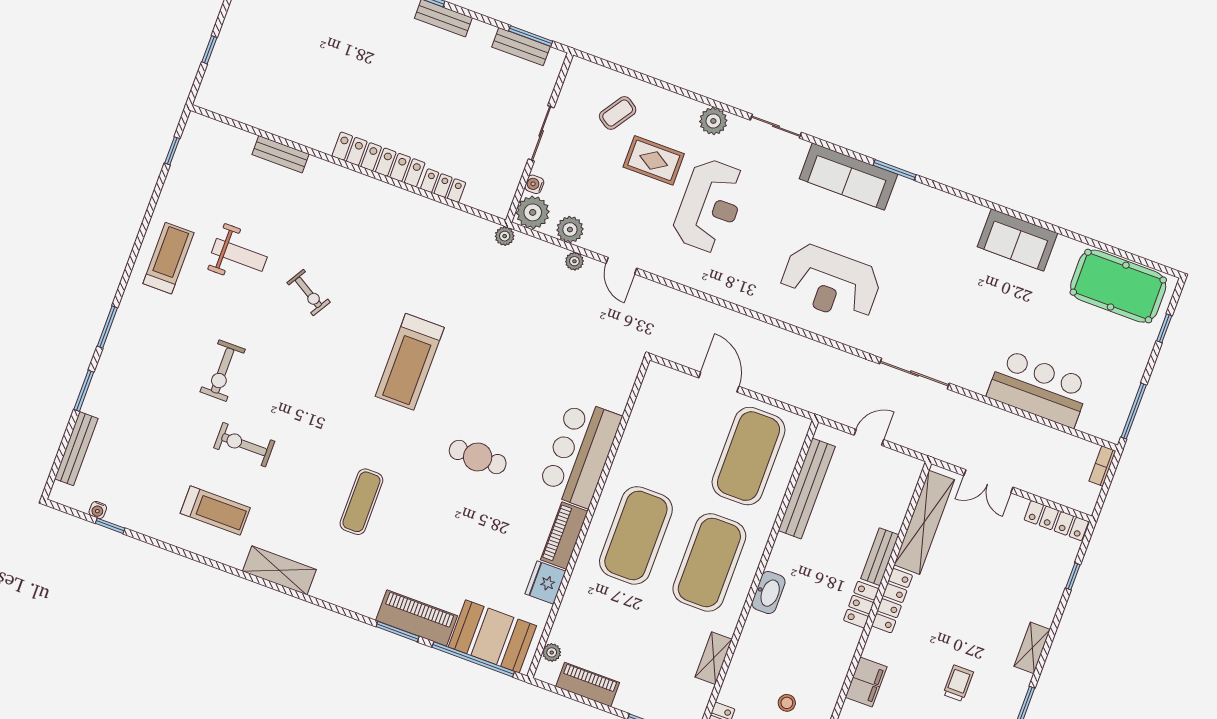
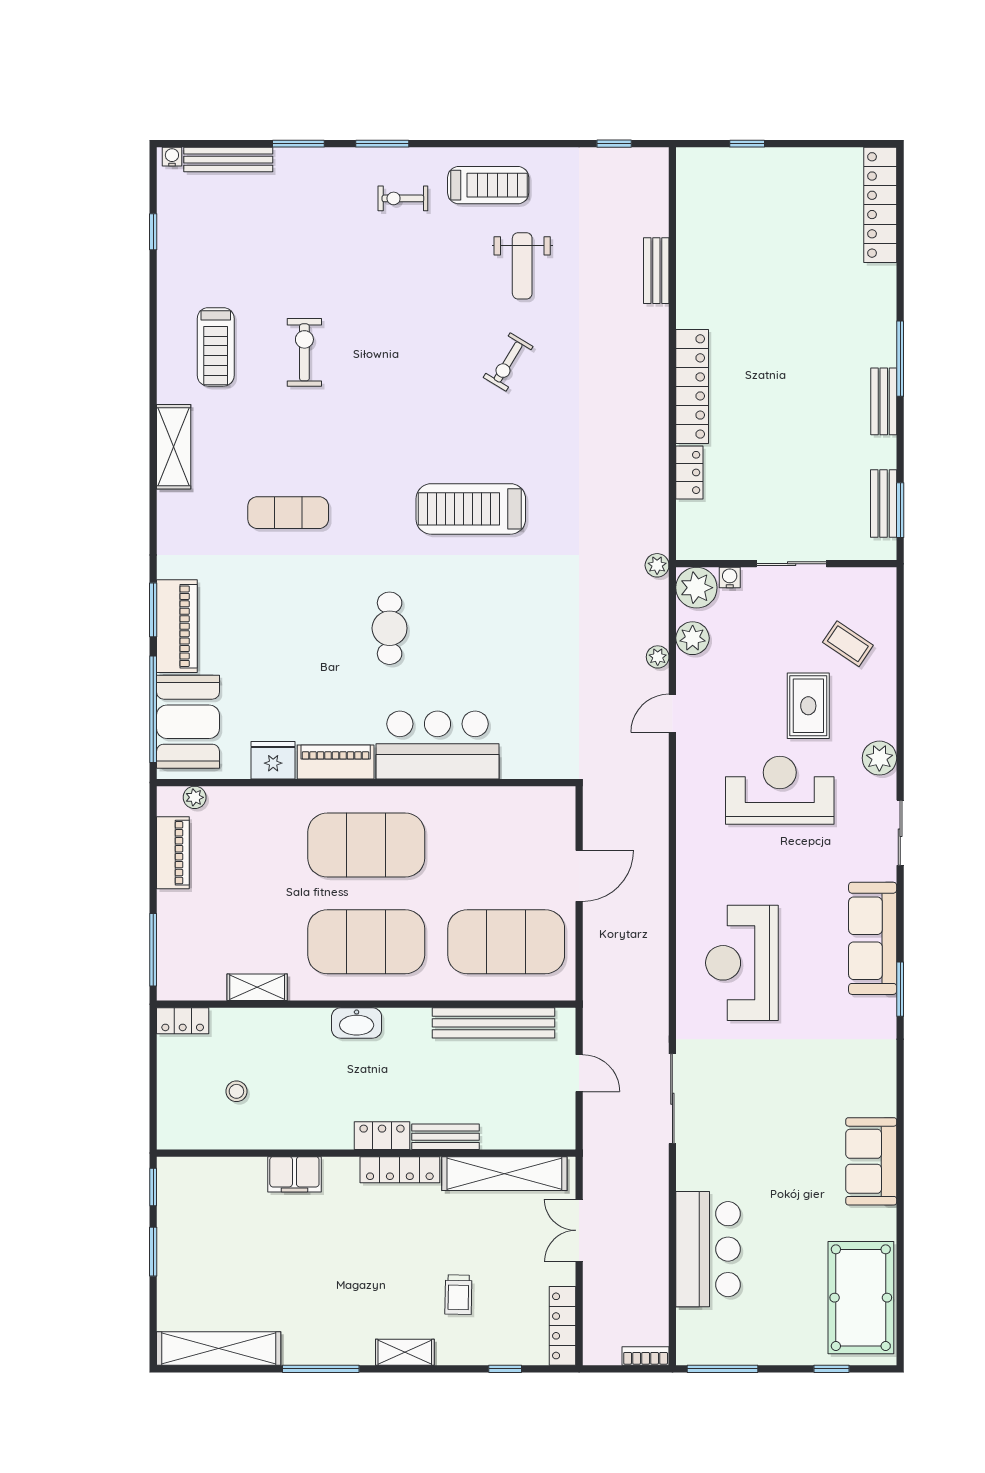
reception desk: (710, 206) -> (780, 790), turned 180
exercise bike: (223, 371) -> (403, 198), moved, width x0.73, depth x0.72
water cooler: (98, 510) -> (172, 157), moved, turned 90
trolley: (958, 683) -> (458, 1295), moved, turned 91

